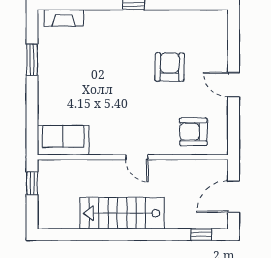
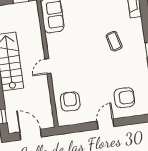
coffee table: (114, 55) -> (114, 41), added
armchair: (170, 67) -> (124, 98), moved

